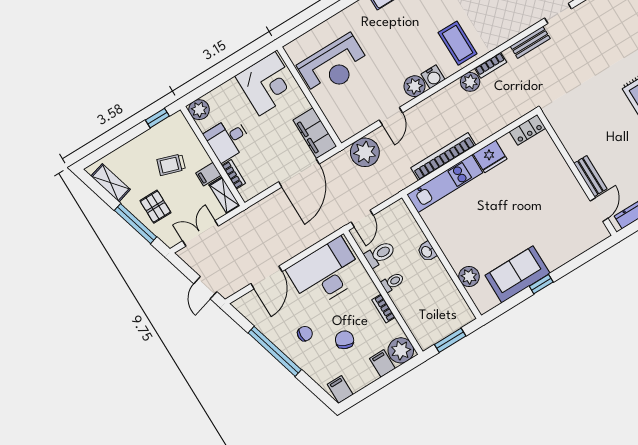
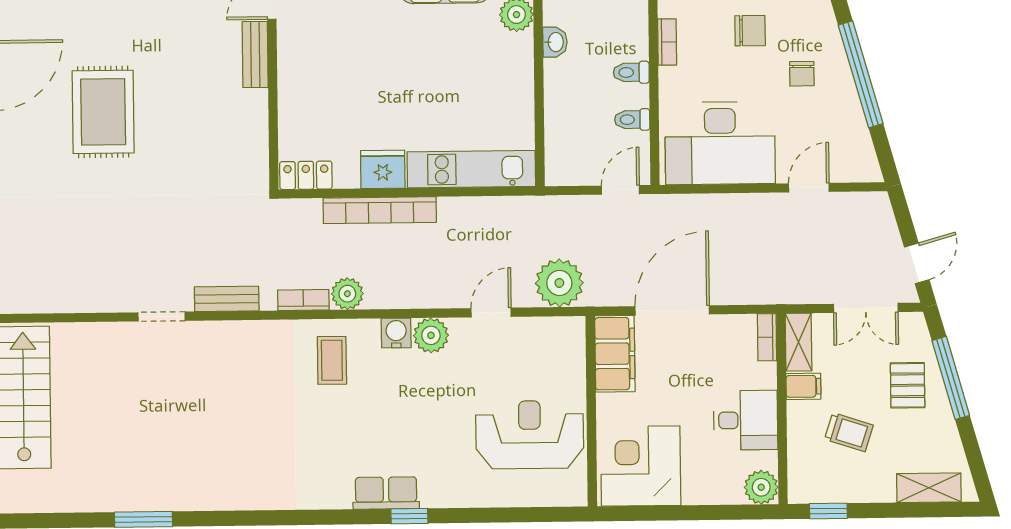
coffee table: (458, 43) -> (332, 360), width x0.73, depth x0.77
bookcase: (443, 157) -> (380, 210), moved
bookcase: (234, 174) -> (767, 337), moved
shelving: (111, 183) -> (929, 488), moved, turned -74
washbasin: (427, 252) -> (555, 42), moved
toilet: (380, 254) -> (632, 120), width x0.73, depth x0.72
door: (266, 277) -> (809, 188), width x0.73
door: (205, 288) -> (917, 263), moved
chair: (305, 334) -> (802, 74), turned -90
chair: (345, 340) -> (750, 31), turned -115

